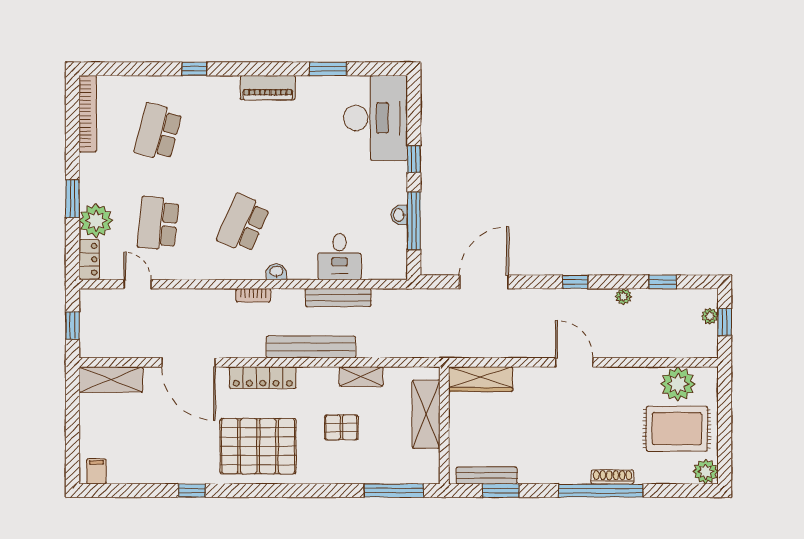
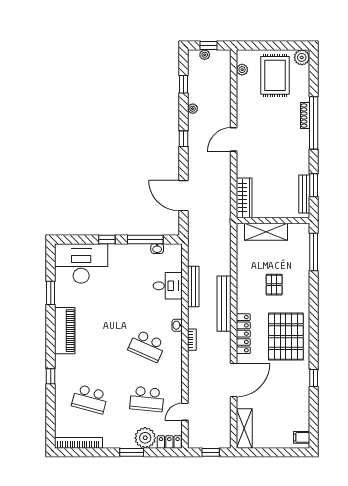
piano: (268, 88) -> (65, 331), width x1.37, depth x1.33
washbasin: (399, 215) -> (157, 249), moved
shelving: (361, 376) -> (242, 272), removed
plant: (678, 384) -> (242, 70), width x0.53, depth x0.53

